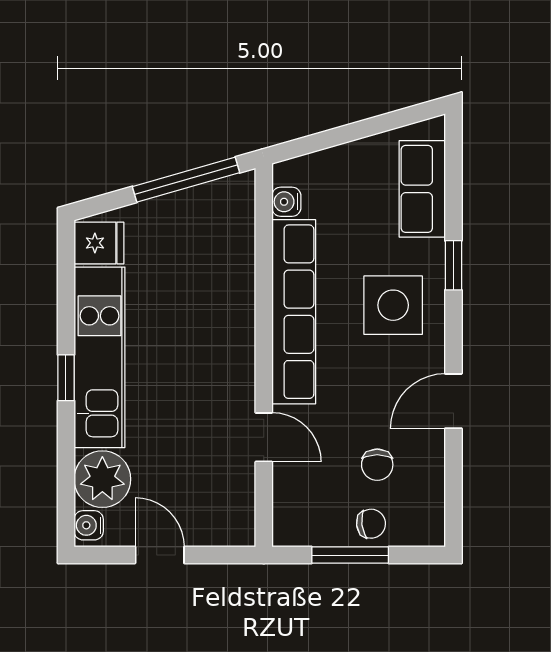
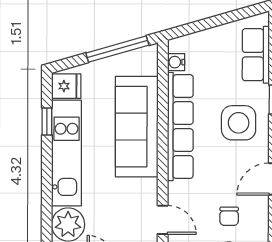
sofa: (219, 312) -> (137, 127), added
window: (66, 378) -> (47, 121), moved
door: (264, 437) -> (163, 220), moved

